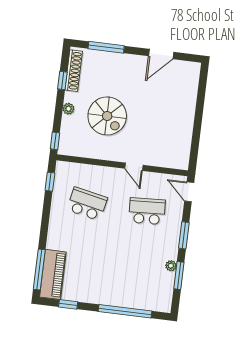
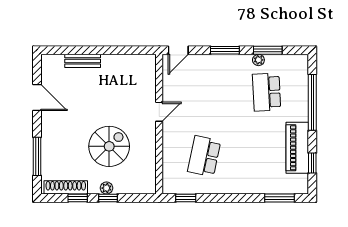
bench: (190, 101) -> (83, 61), added
window: (55, 141) -> (108, 198), moved
school desk: (147, 211) -> (267, 92), moved
window: (39, 270) -> (279, 198), width x0.69
piano: (53, 274) -> (297, 148), moved, turned -90

